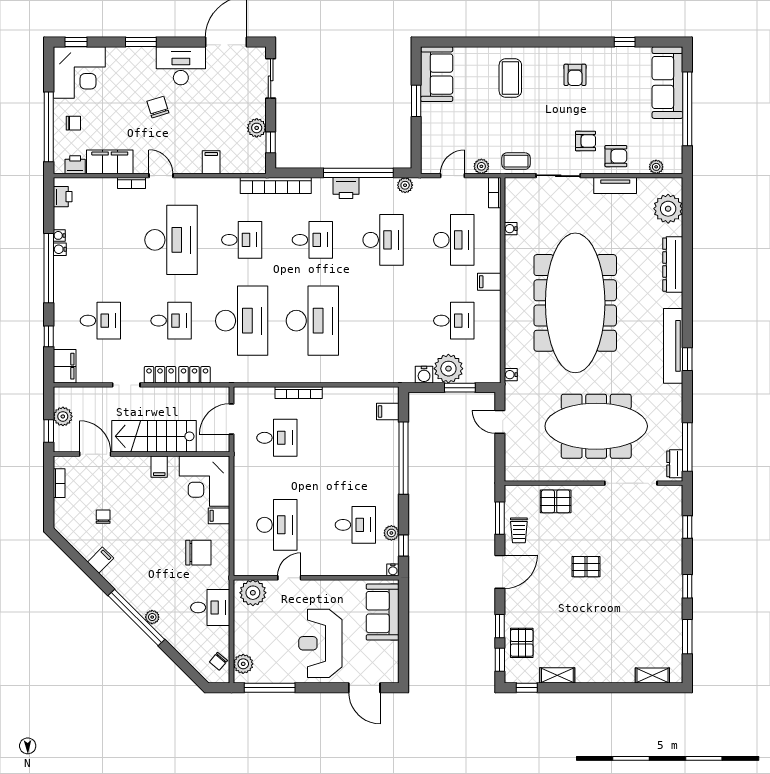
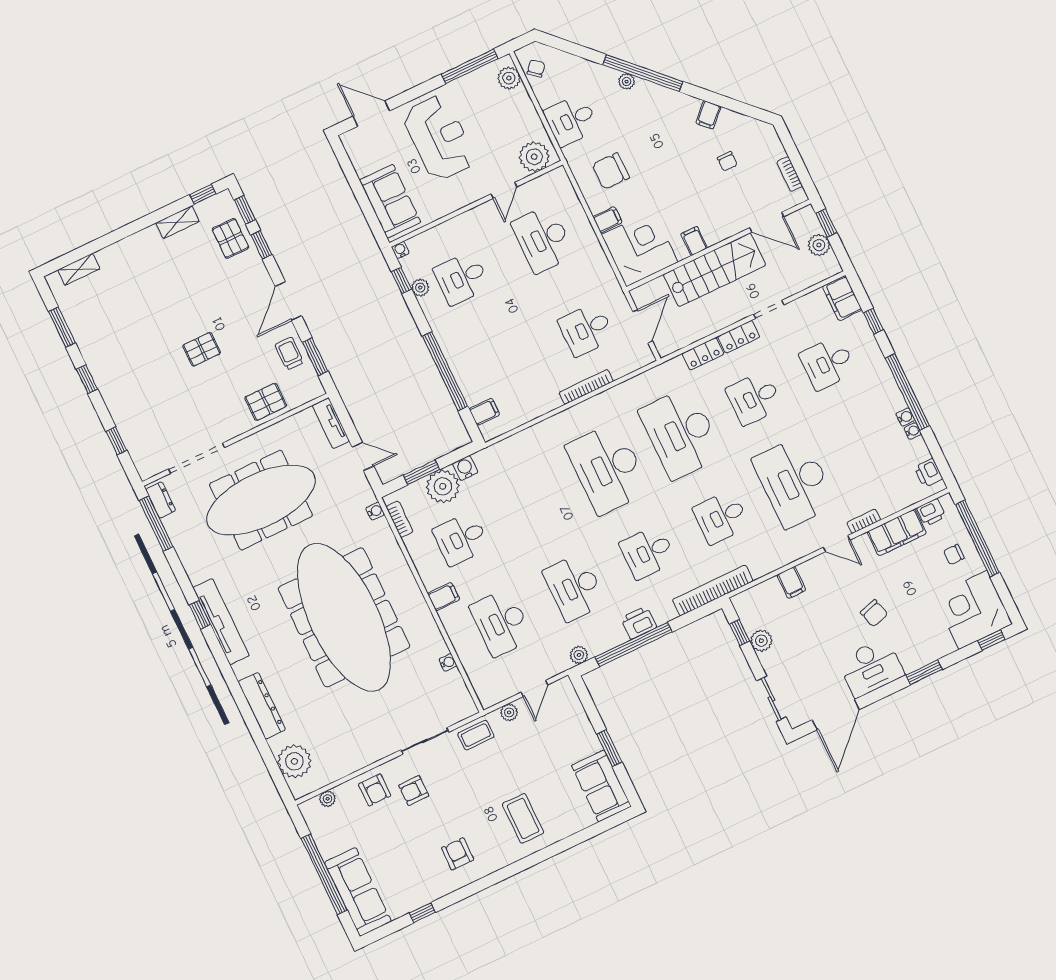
armchair: (616, 156) -> (375, 790), turned -90
tv unit: (615, 186) -> (331, 423), moved, turned -90
bookcase: (495, 193) -> (399, 519), moved

